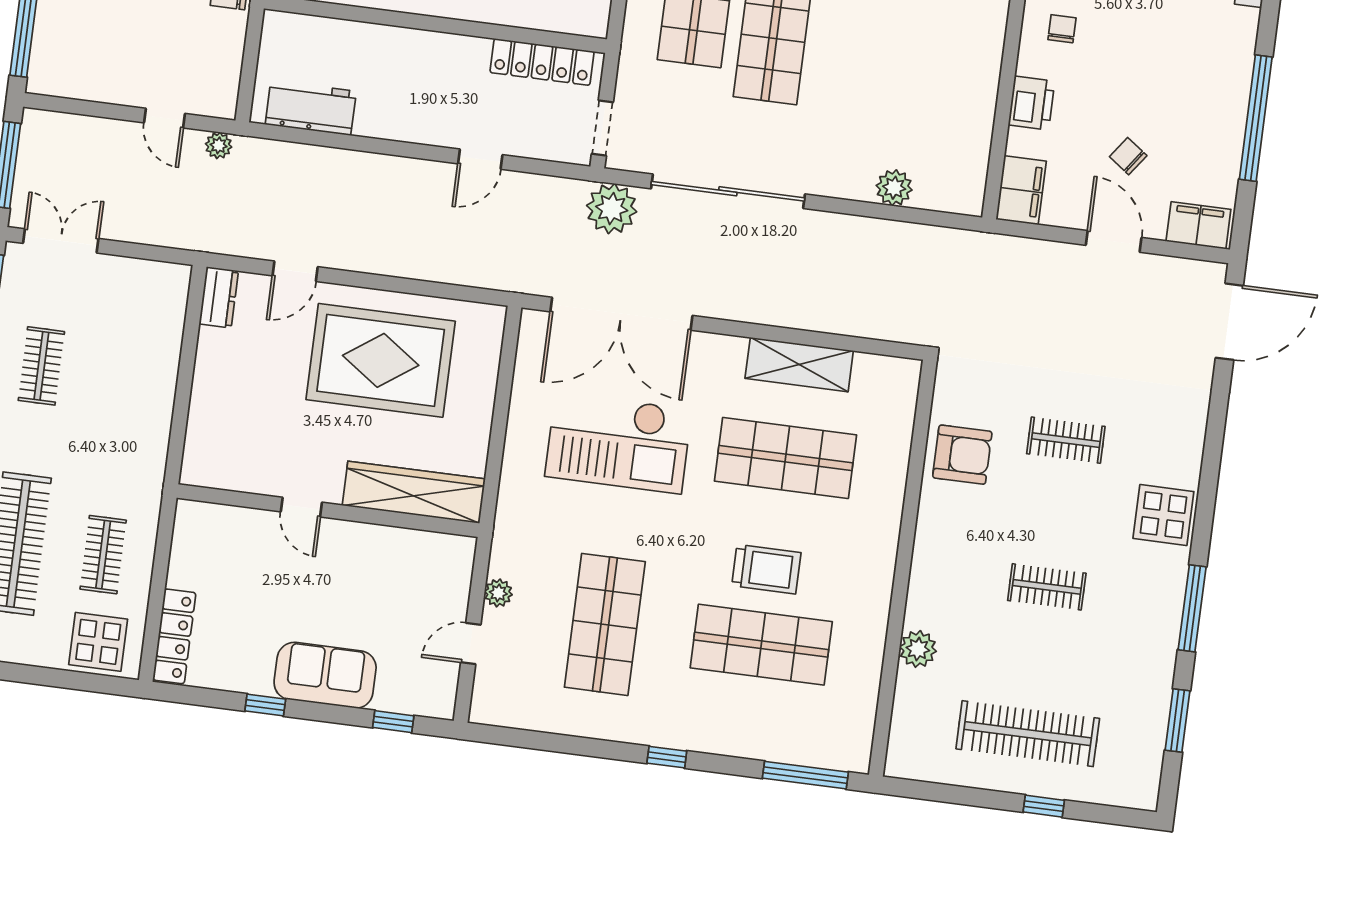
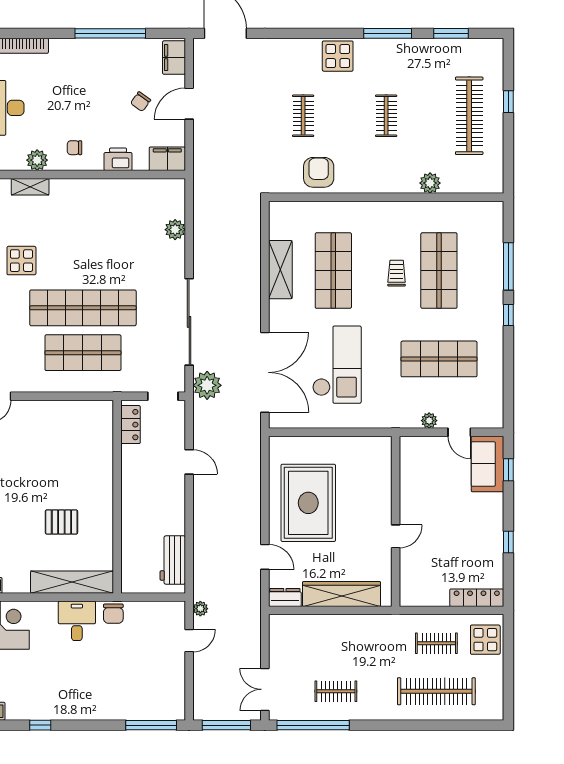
locker: (542, 62) -> (131, 425), width x0.66
wardrobe: (414, 492) -> (341, 594), moved, turned 90
trolley: (766, 569) -> (397, 273), width x0.73, depth x0.72
sofa: (325, 675) -> (487, 464), moved
window: (805, 775) -> (508, 266), moved

